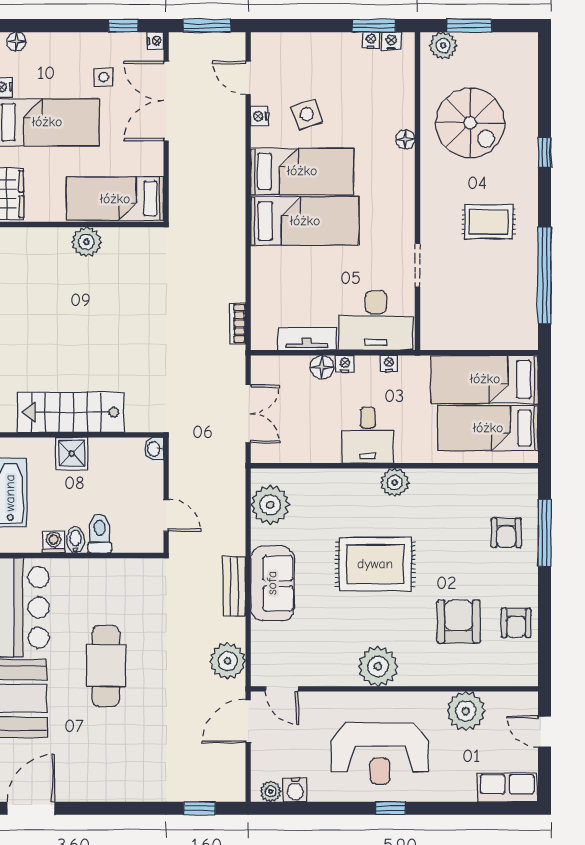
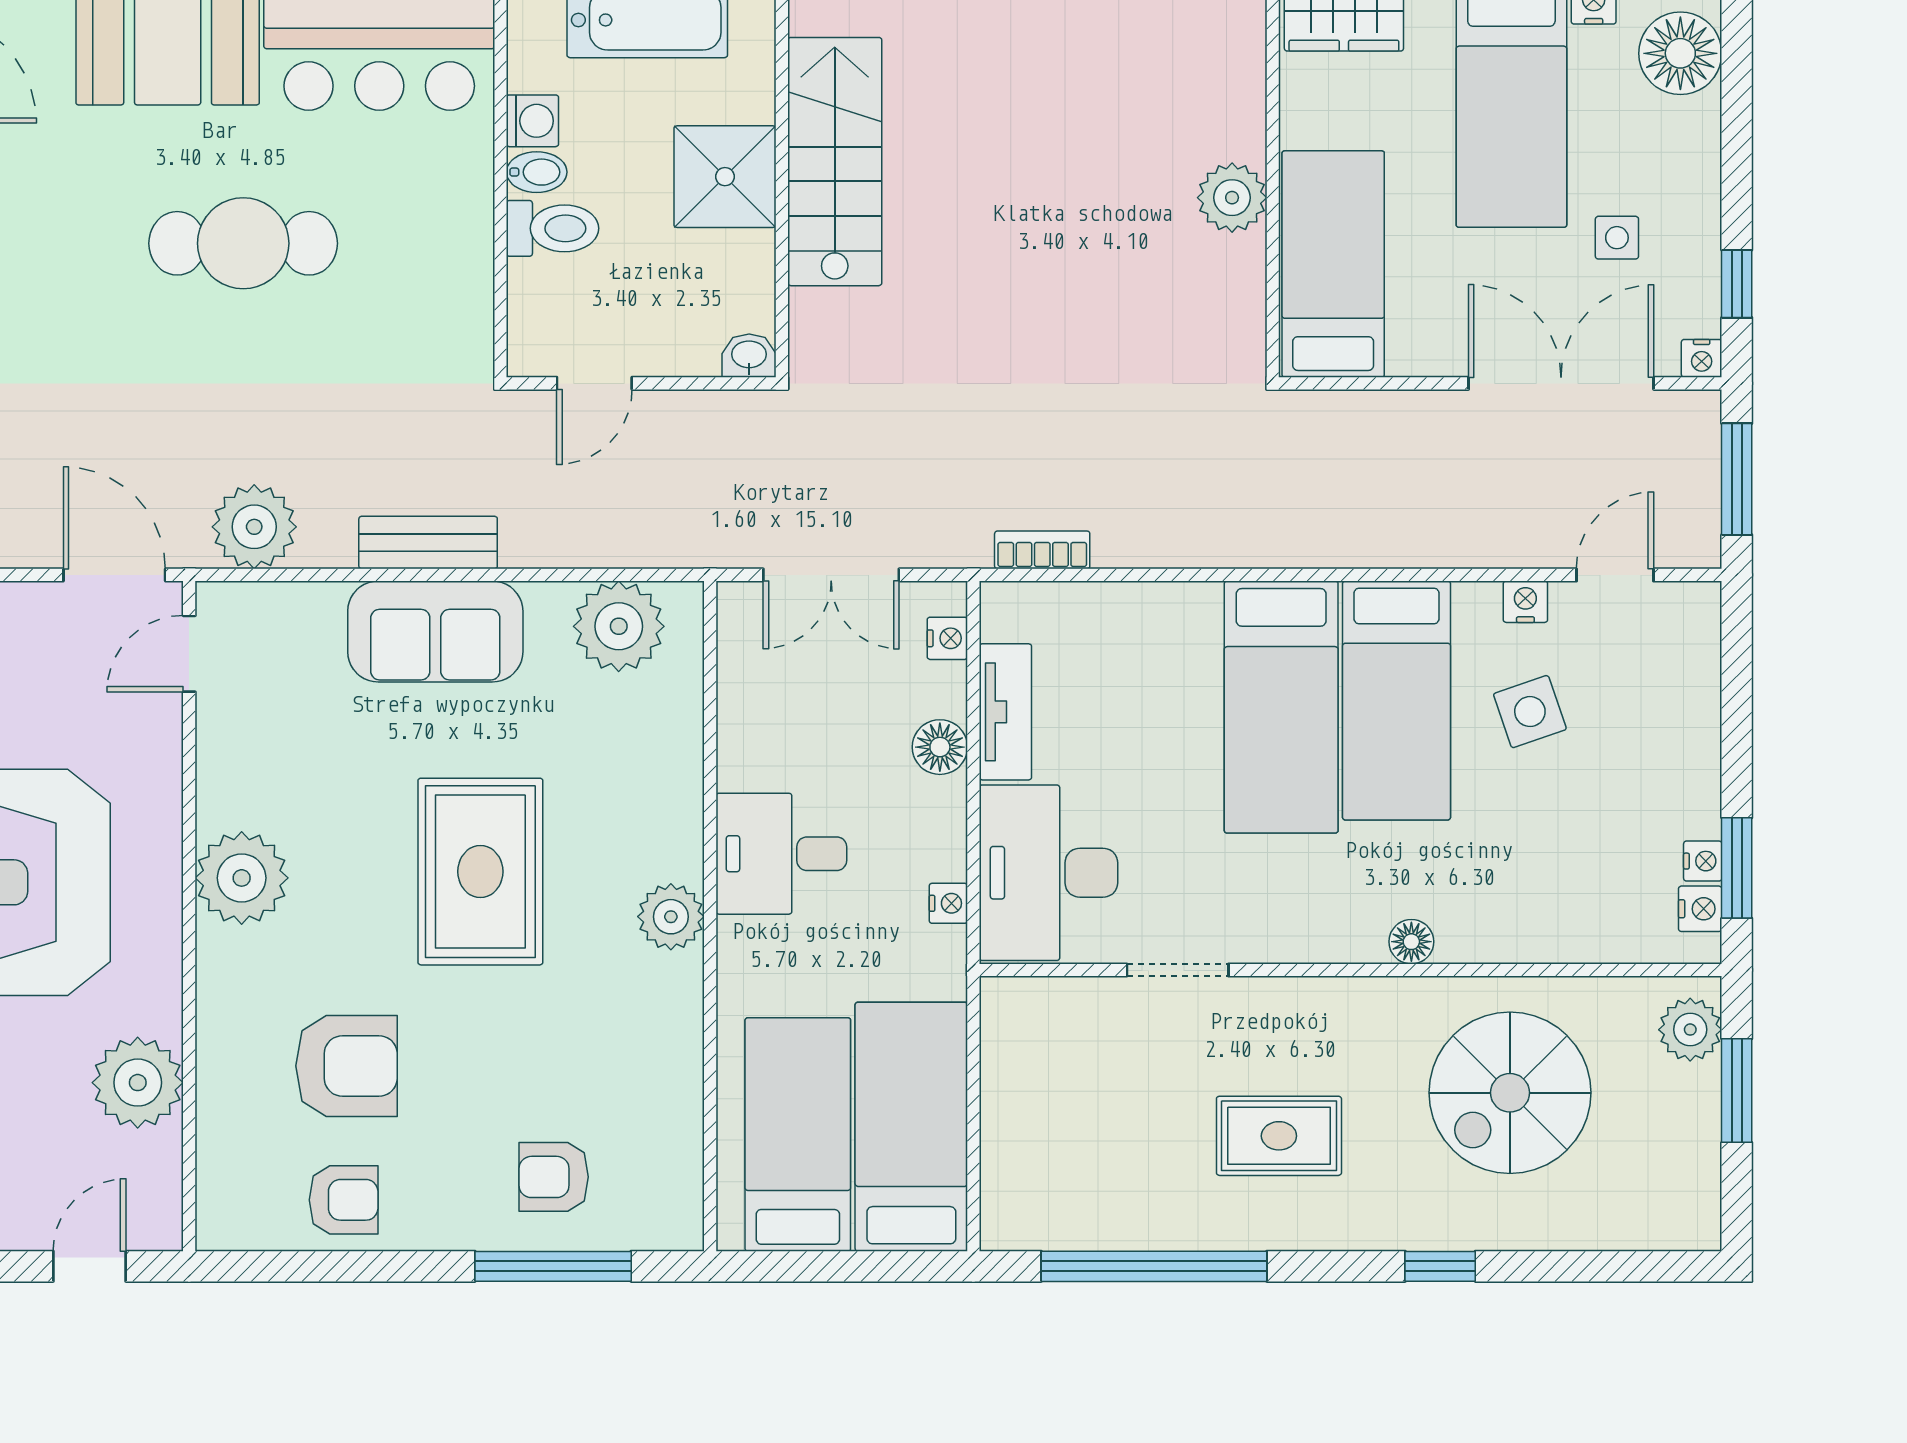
floor lamp: (16, 41) -> (1680, 53), width x1.89, depth x1.89
floor lamp: (405, 139) -> (1411, 942), moved
rug: (489, 222) -> (1279, 1136), turned 90
nightstand: (345, 364) -> (947, 638), moved
shower: (72, 453) -> (725, 177), width x1.36, depth x1.36
armchair: (516, 623) -> (344, 1200), turned 180

